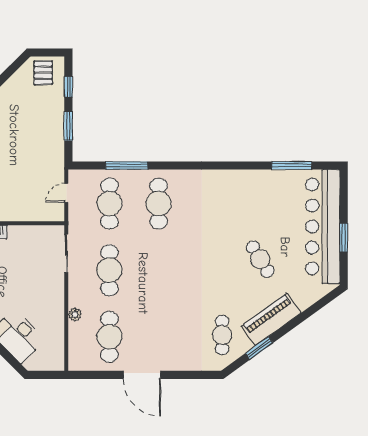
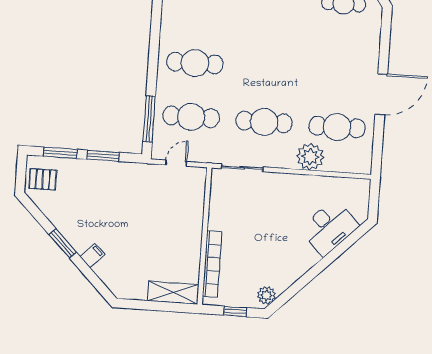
window: (68, 87) -> (60, 153), width x1.50
window: (127, 165) -> (149, 119), moved
door: (66, 193) -> (176, 163), swing flipped
plant: (75, 314) -> (310, 157), width x1.87, depth x1.87

